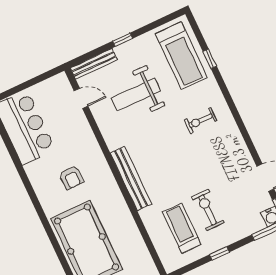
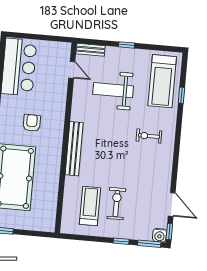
bench: (94, 64) -> (91, 50), width x0.73
armchair: (72, 177) -> (32, 123), turned 180
window: (219, 253) -> (121, 241), moved

